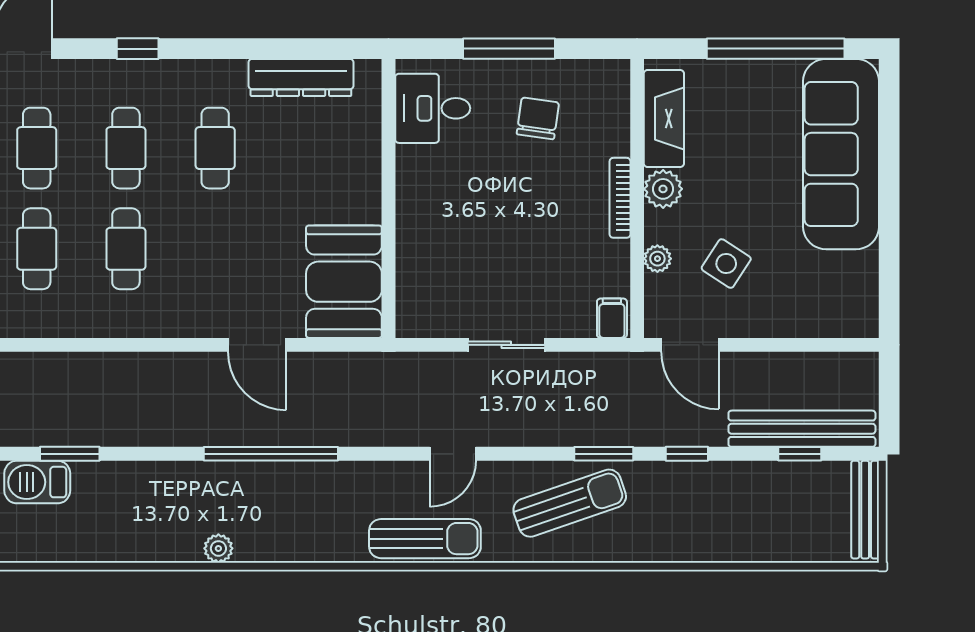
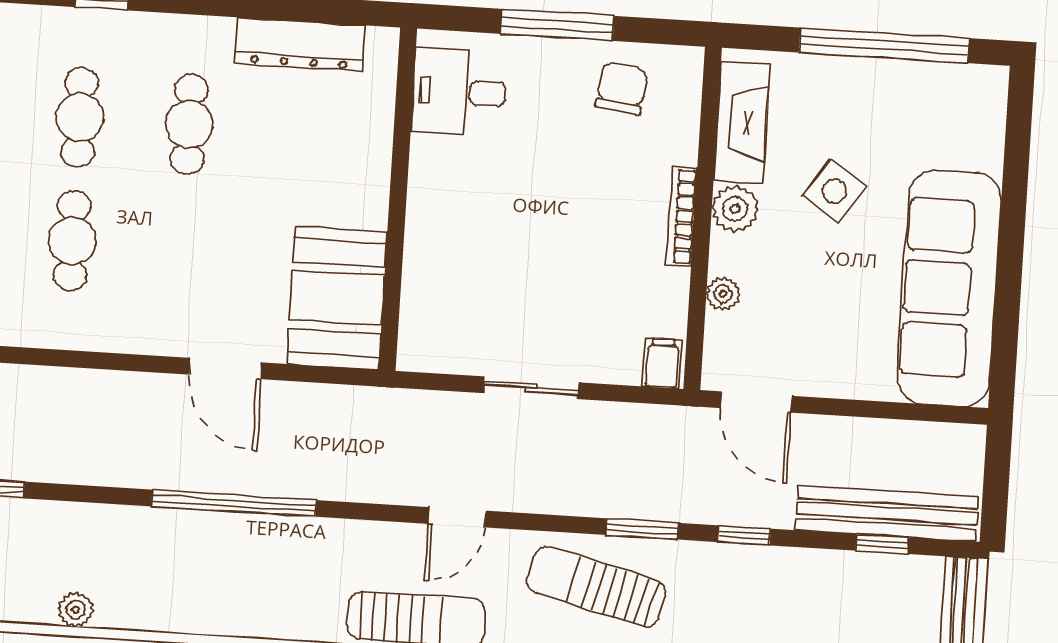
chair: (538, 118) -> (622, 89), moved
sofa: (841, 154) -> (949, 288), moved
side table: (726, 264) -> (834, 191), moved
sun lounger: (570, 503) -> (597, 587), turned -147
plant: (218, 548) -> (76, 610), moved

